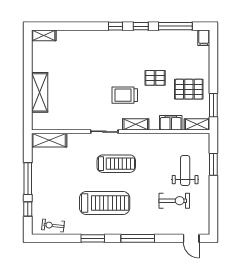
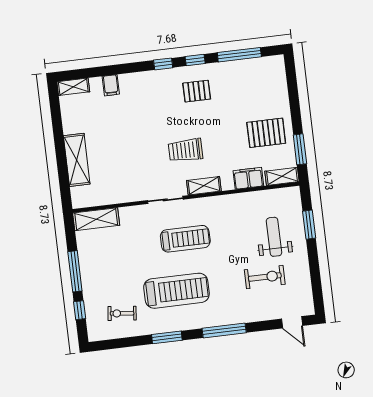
filing cabinet: (204, 38) -> (111, 85), moved
pallet: (155, 78) -> (197, 91), moved
exercise bike: (53, 225) -> (122, 313), moved

